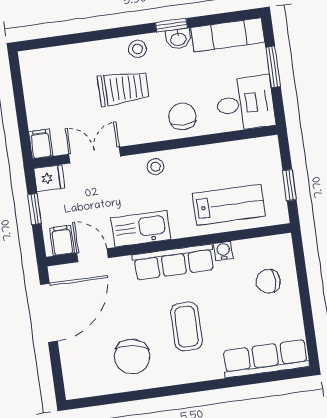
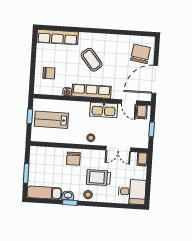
desk: (245, 103) -> (132, 192), moved, turned 180
fridge: (49, 178) -> (142, 142), removed
lab bench: (229, 205) -> (51, 120), moved
coffee table: (186, 327) -> (92, 60), turned -39
chair: (132, 357) -> (140, 54), moved

